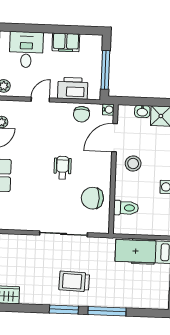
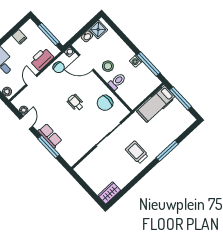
filing cabinet: (66, 42) -> (19, 37), width x0.50
door: (115, 138) -> (86, 63), hinge flipped
toilet: (126, 208) -> (117, 81), moved
trolley: (74, 281) -> (137, 152), turned 88
window: (64, 310) -> (145, 171), removed

